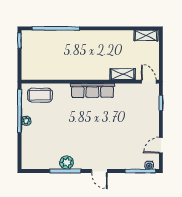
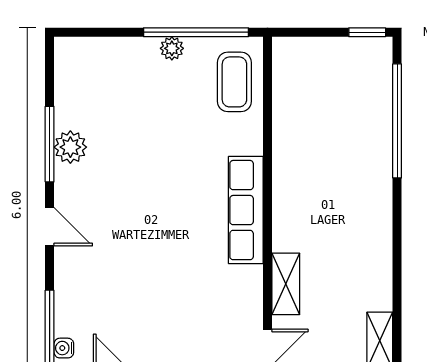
door: (99, 171) -> (50, 227), swing flipped

